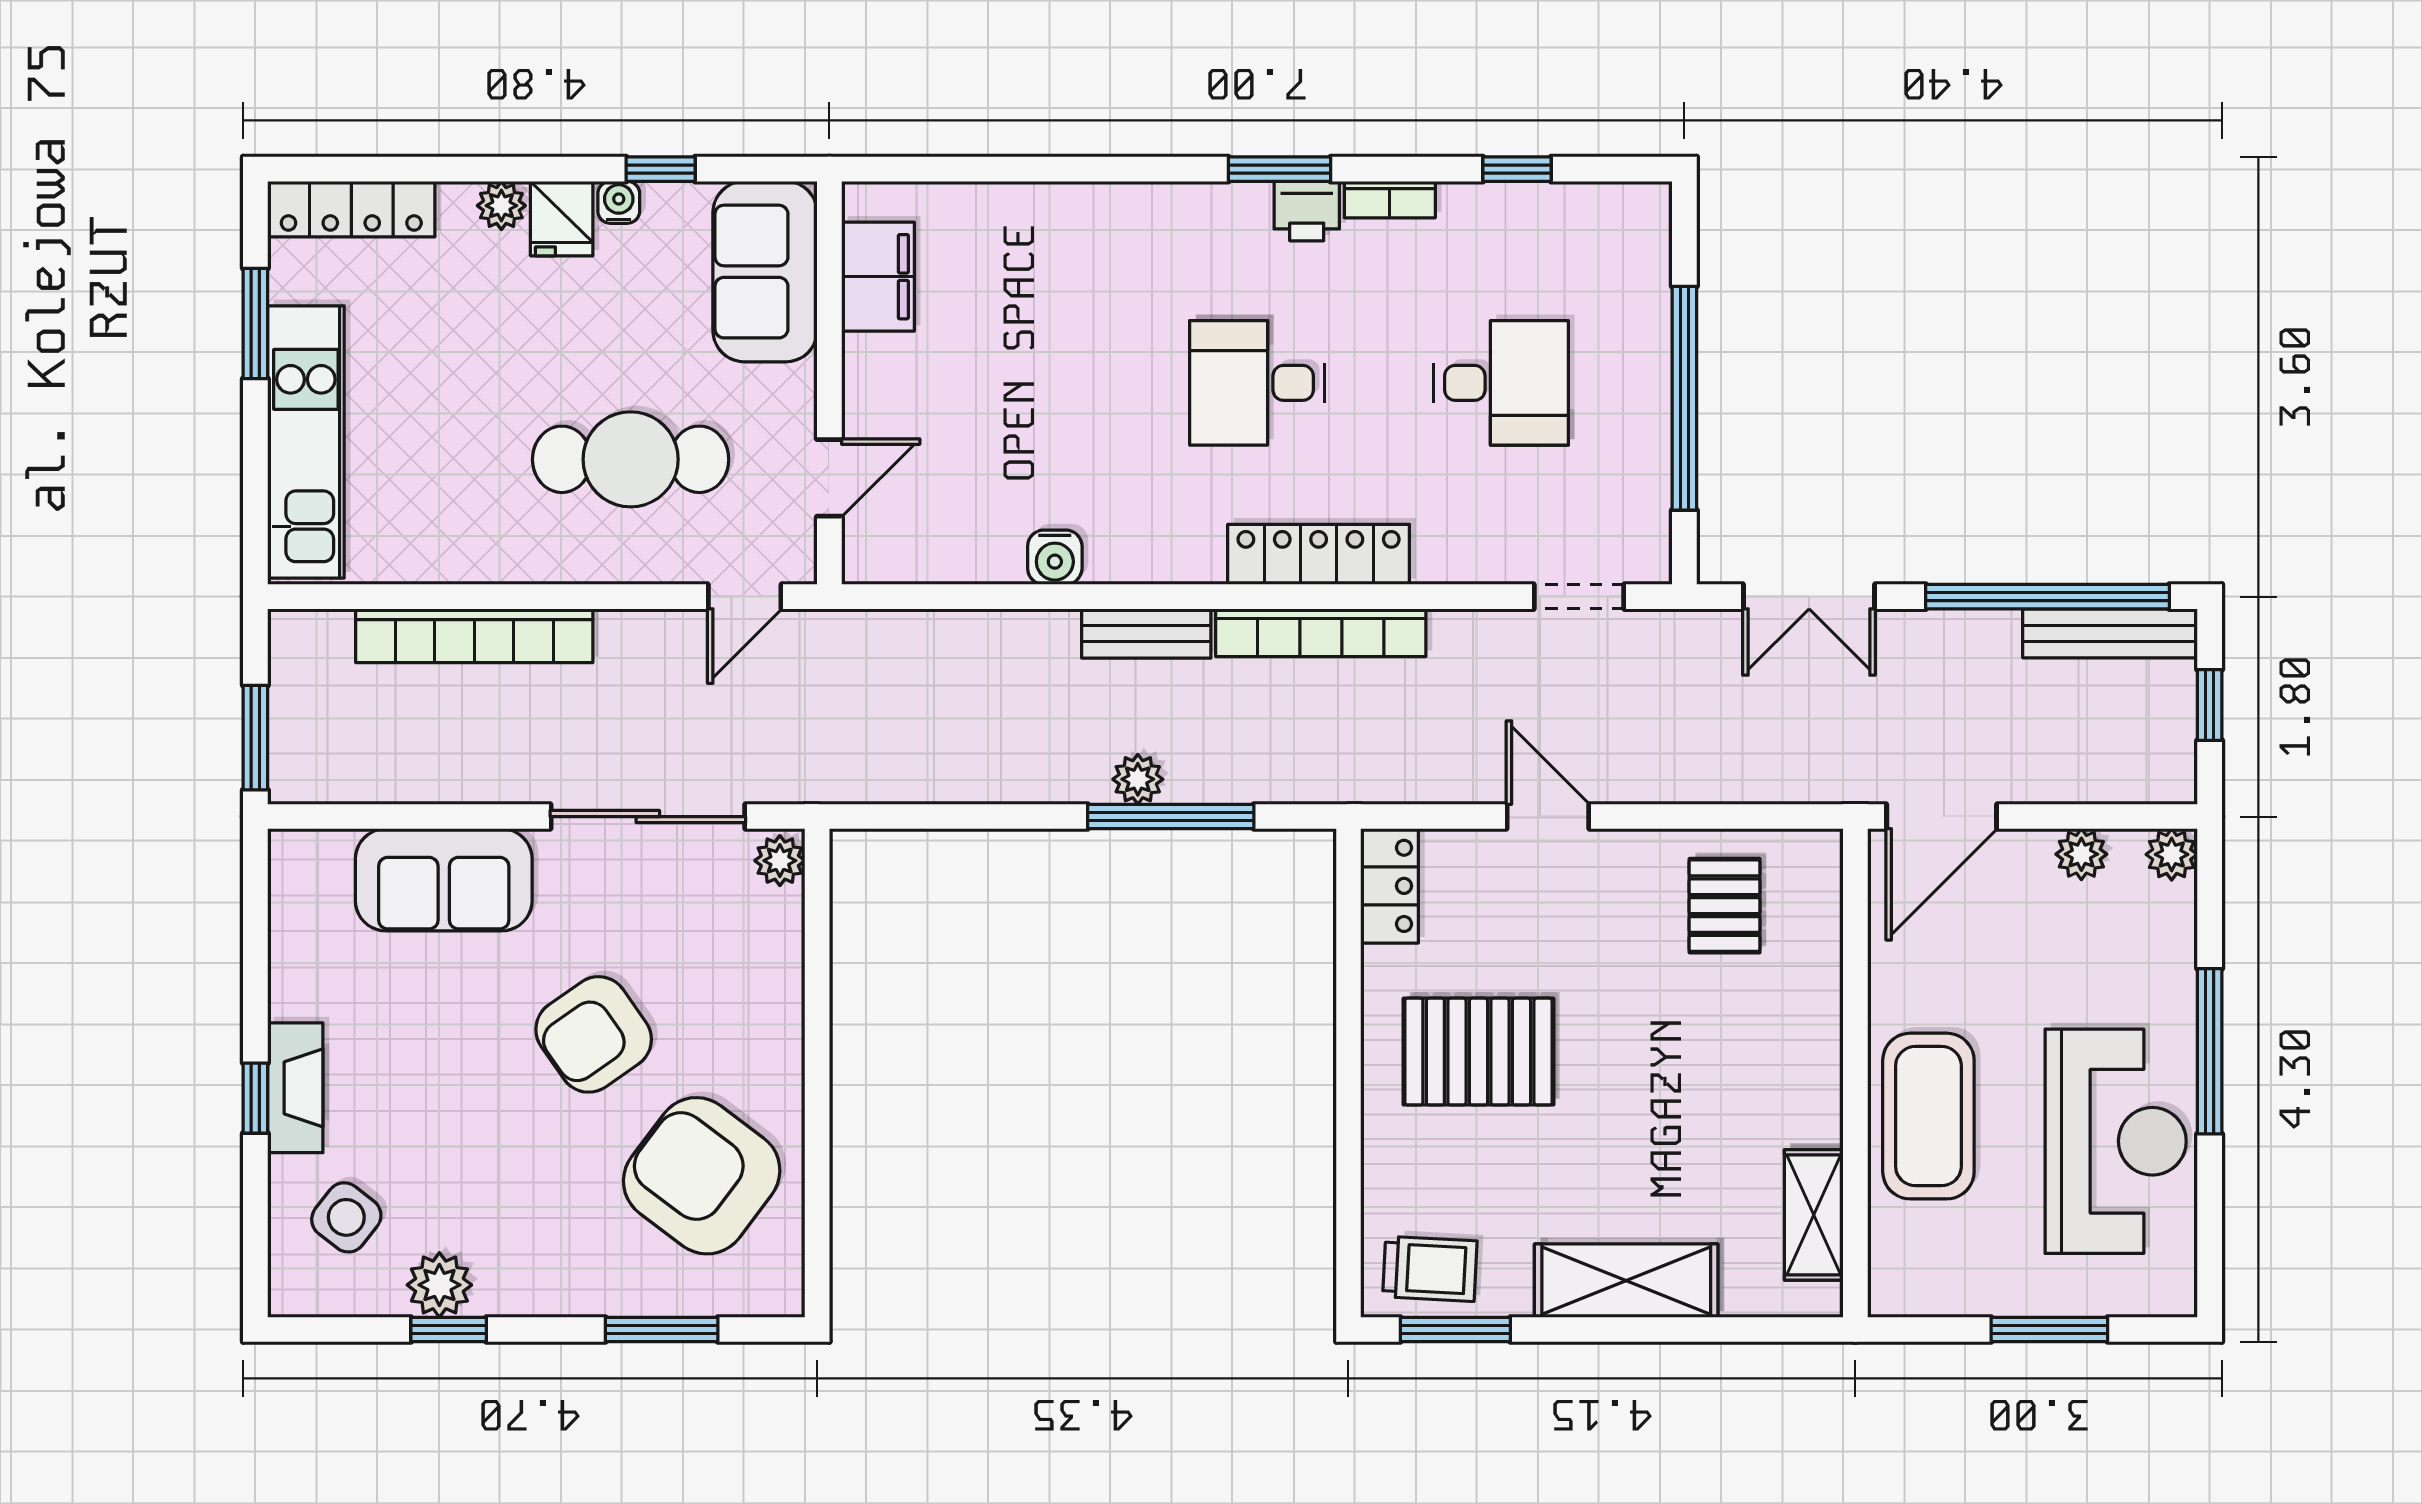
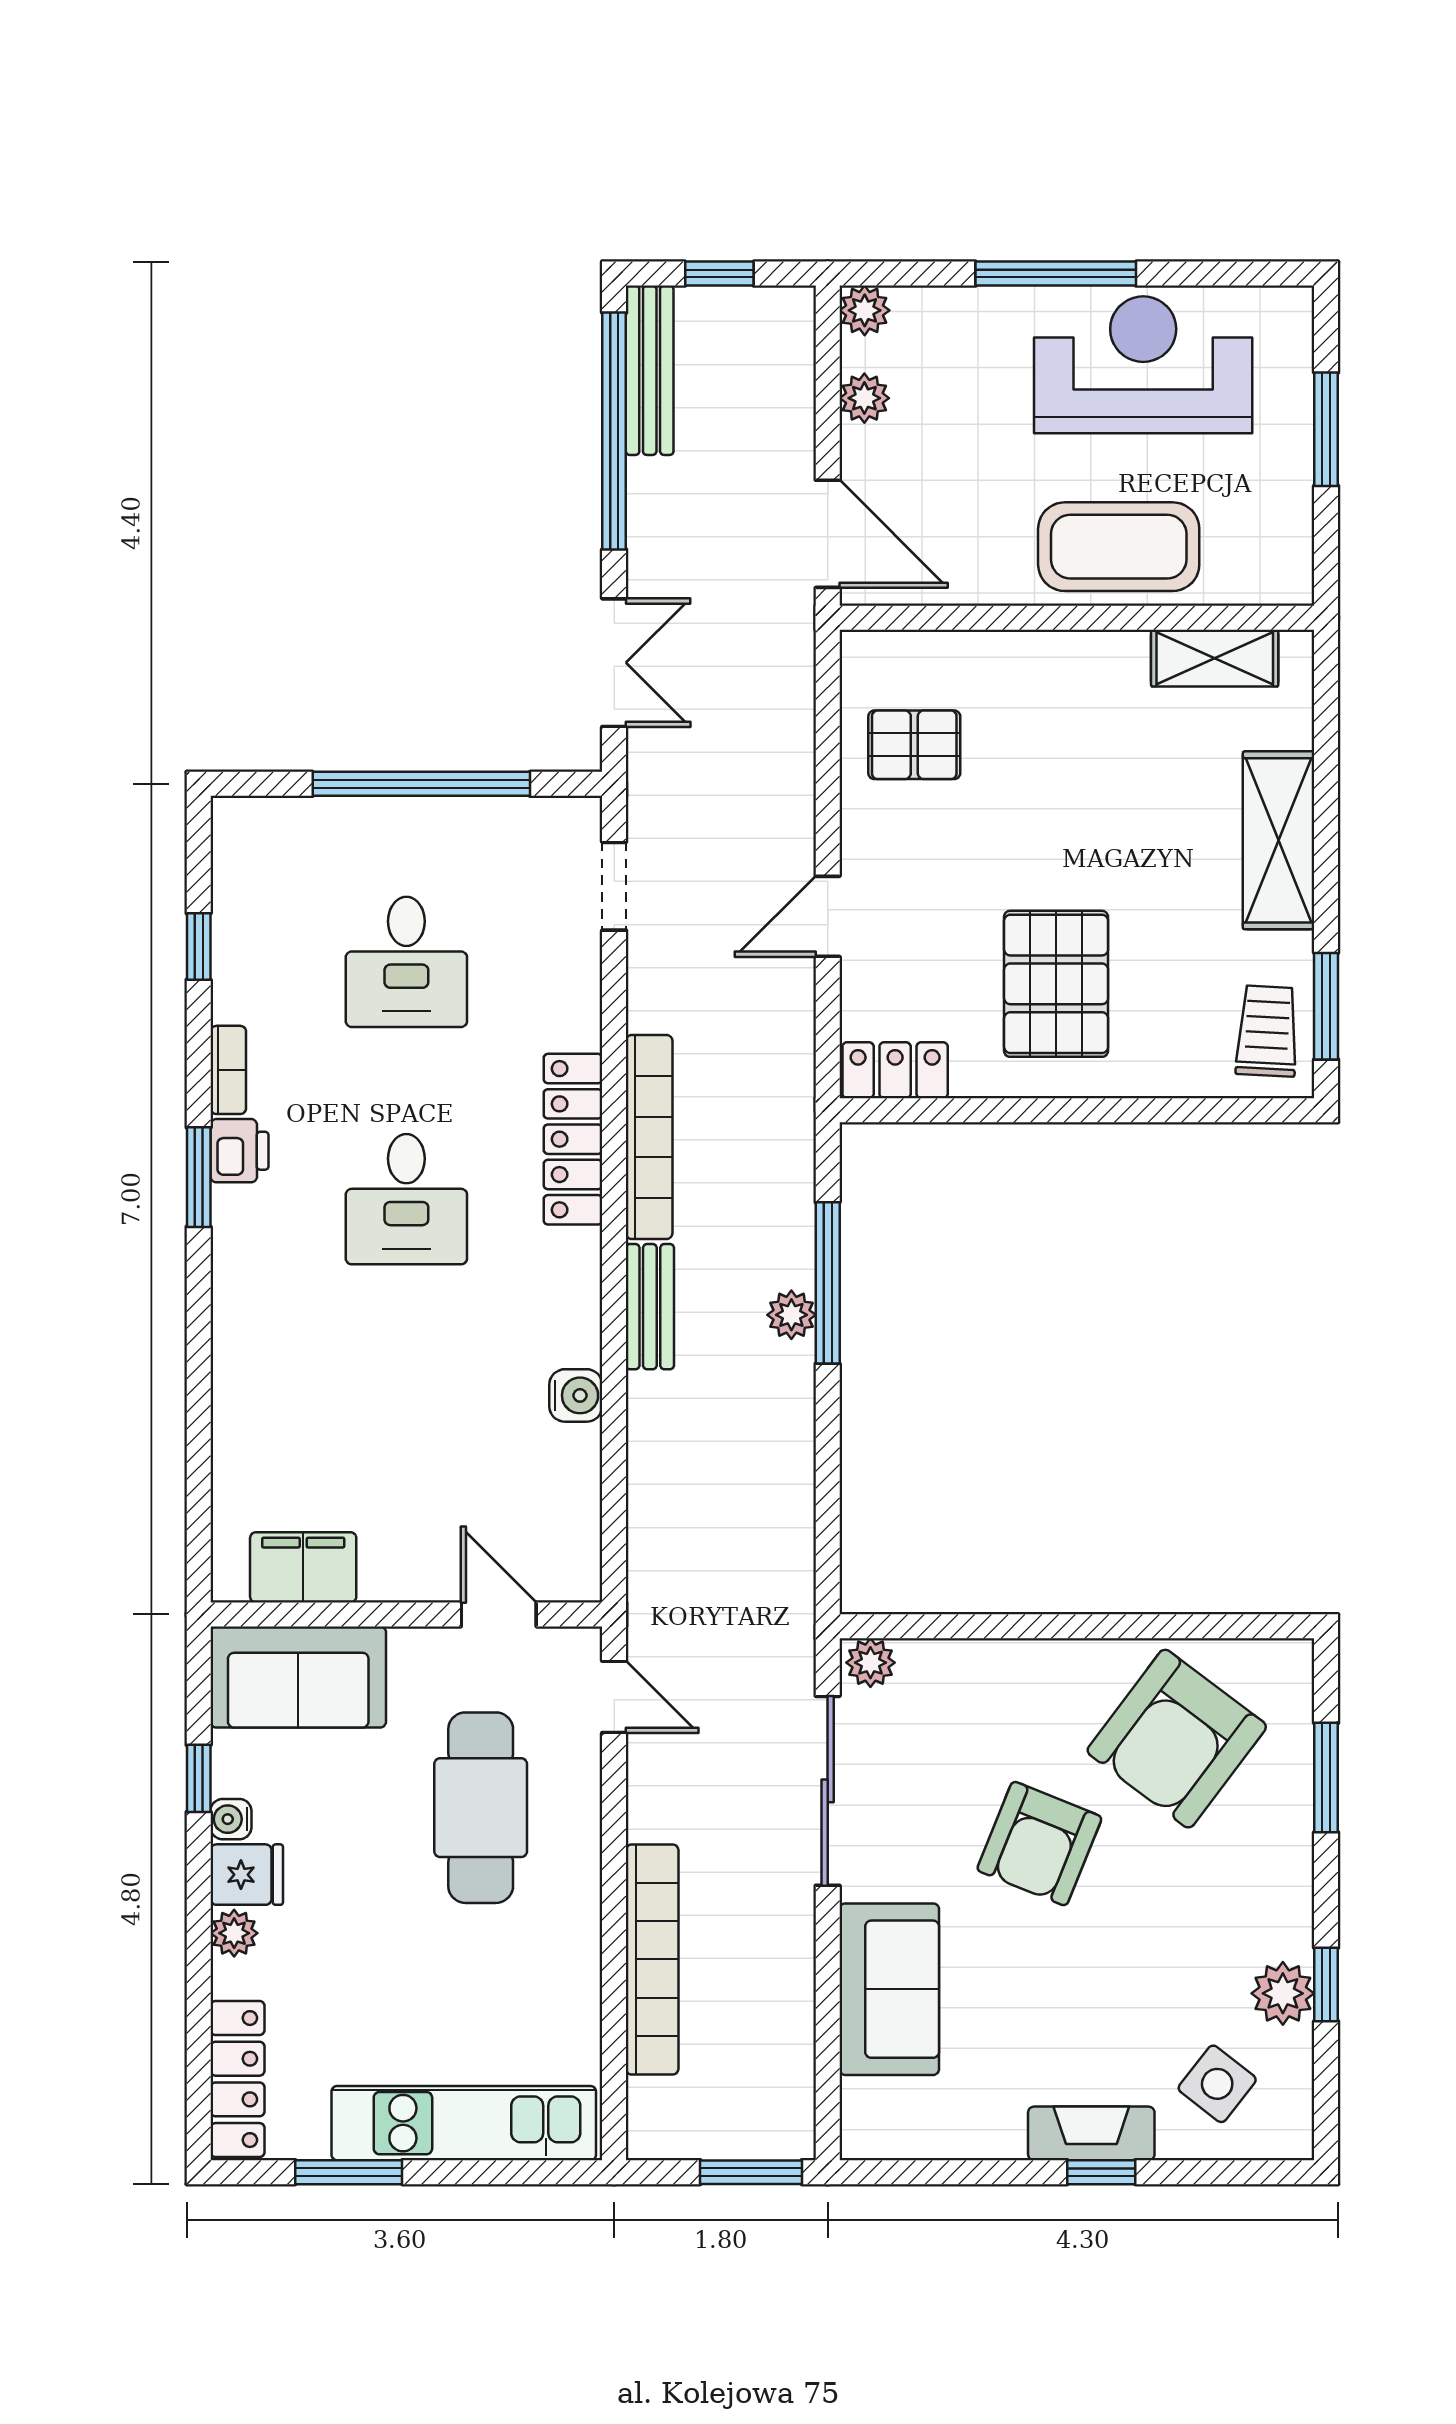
desk: (1501, 383) -> (406, 962), turned 180
armchair: (594, 1034) -> (1039, 1844), turned 57

